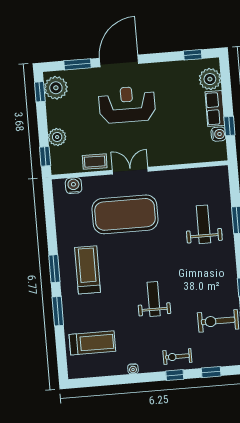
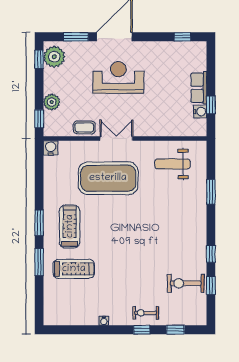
plant: (210, 79) -> (196, 60), removed
water cooler: (74, 186) -> (51, 148), moved
weight bench: (203, 224) -> (172, 164), moved, turned -90
weight bench: (154, 299) -> (128, 258), removed
treadmill: (92, 343) -> (74, 269), moved

